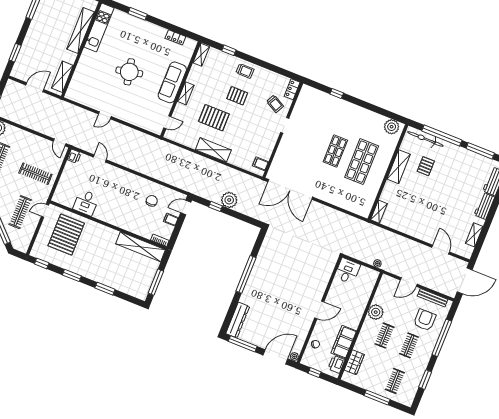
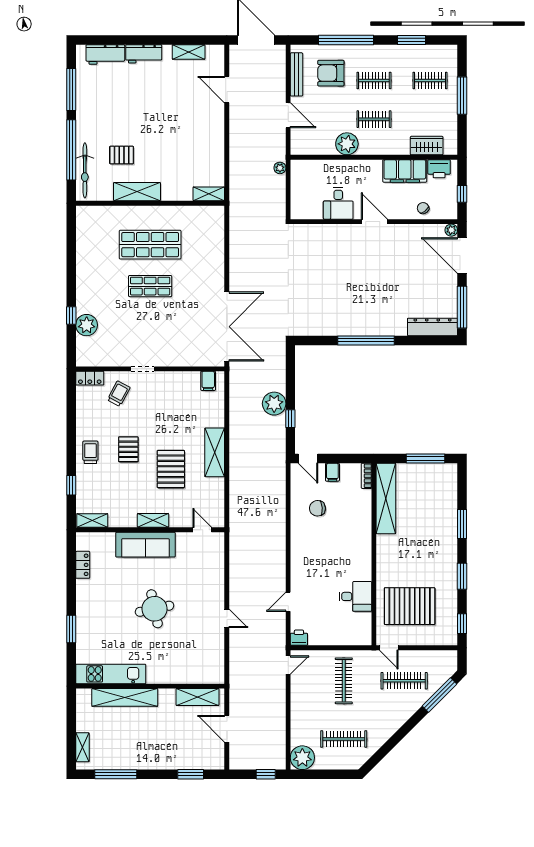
plant: (392, 127) -> (87, 325), moved
door: (441, 250) -> (227, 90), hinge flipped
desk: (347, 271) -> (338, 203), moved, turned -90

